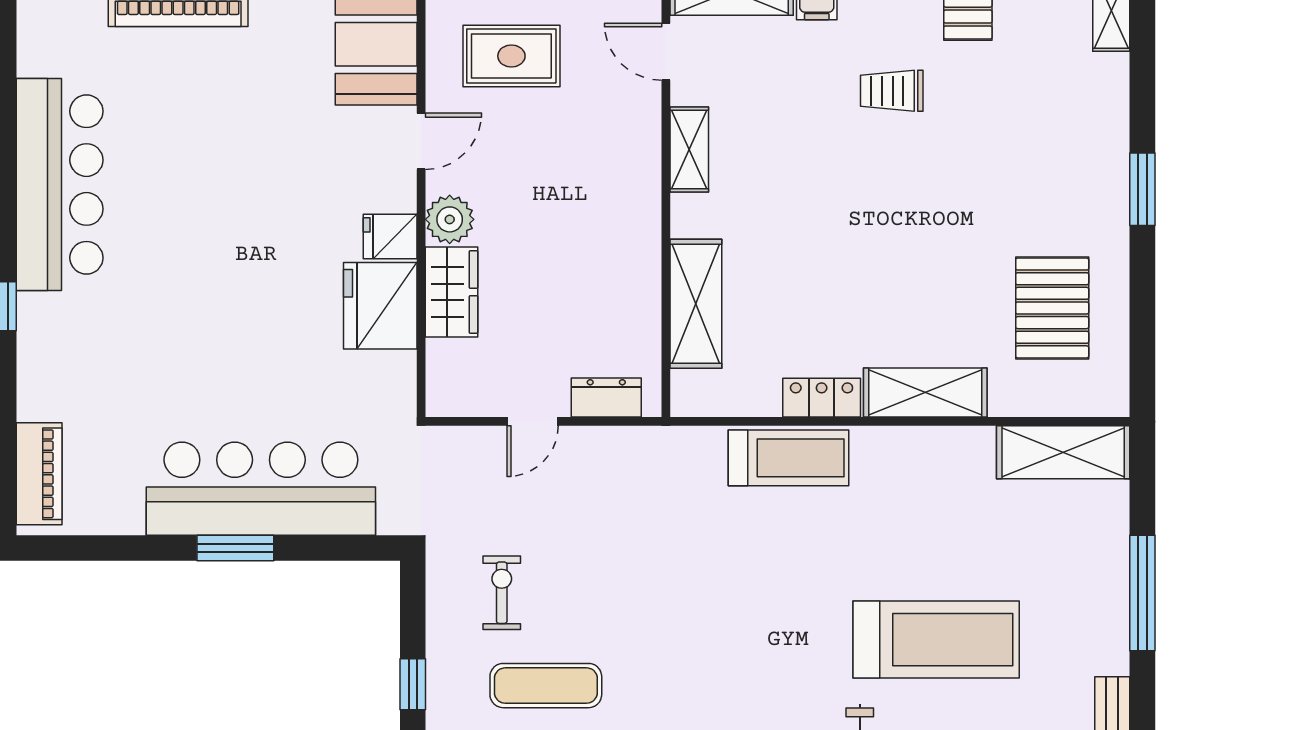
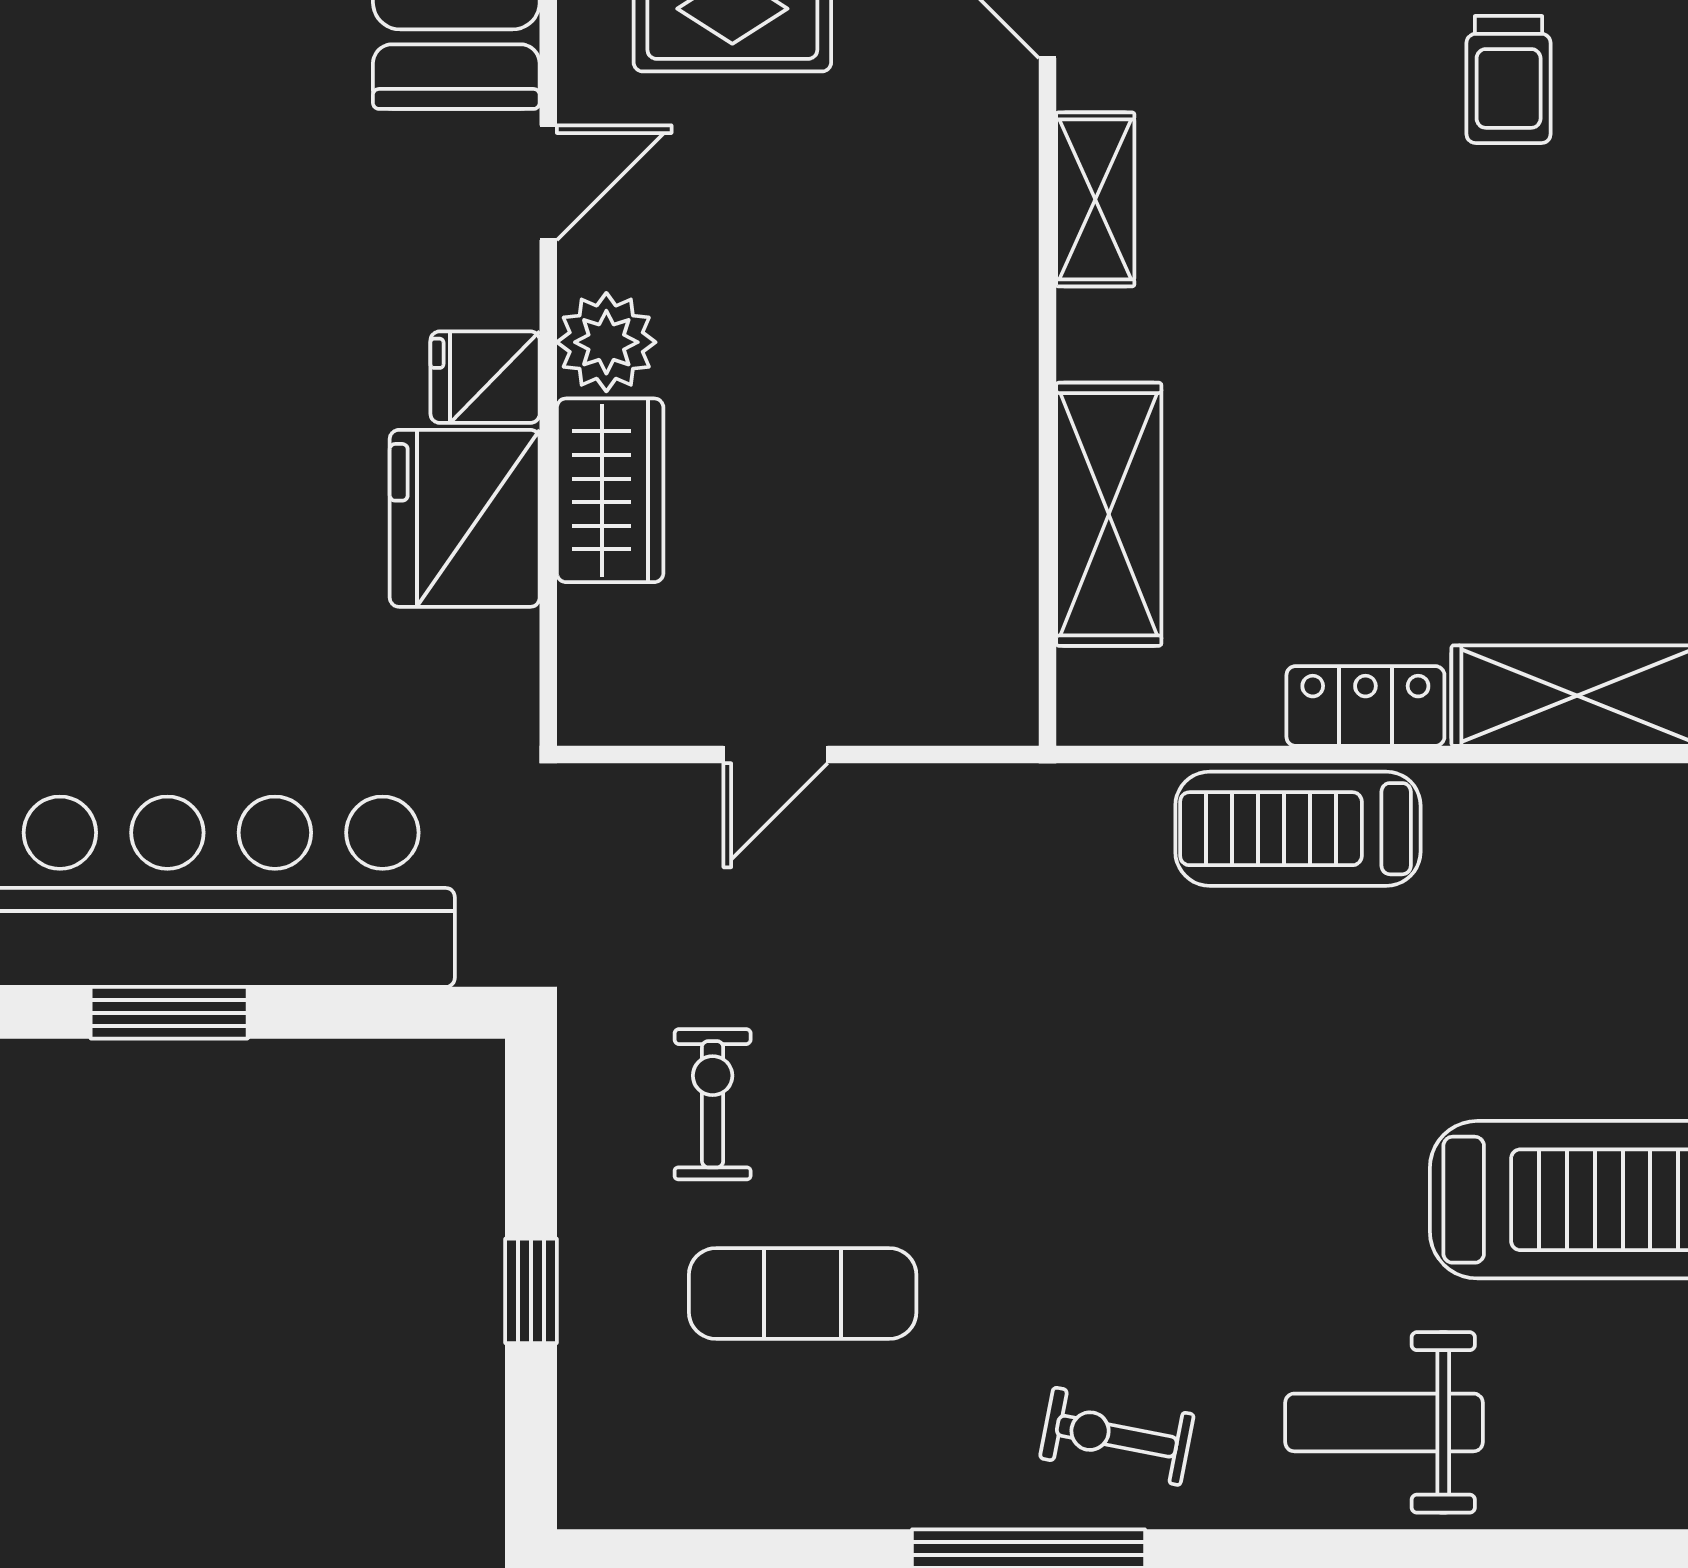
trolley: (892, 91) -> (1509, 80), turned -90
dresser: (606, 398) -> (926, 706), removed
treadmill: (789, 458) -> (1298, 829), turned 180

